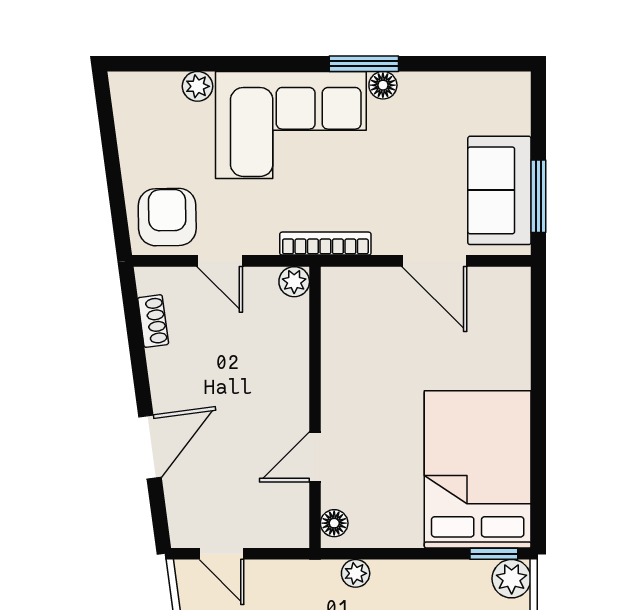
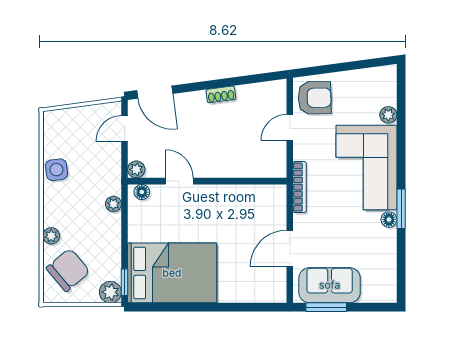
plant: (294, 282) -> (136, 169), moved
shoe rack: (153, 321) -> (221, 94), moved
door: (150, 447) -> (155, 92), moved

